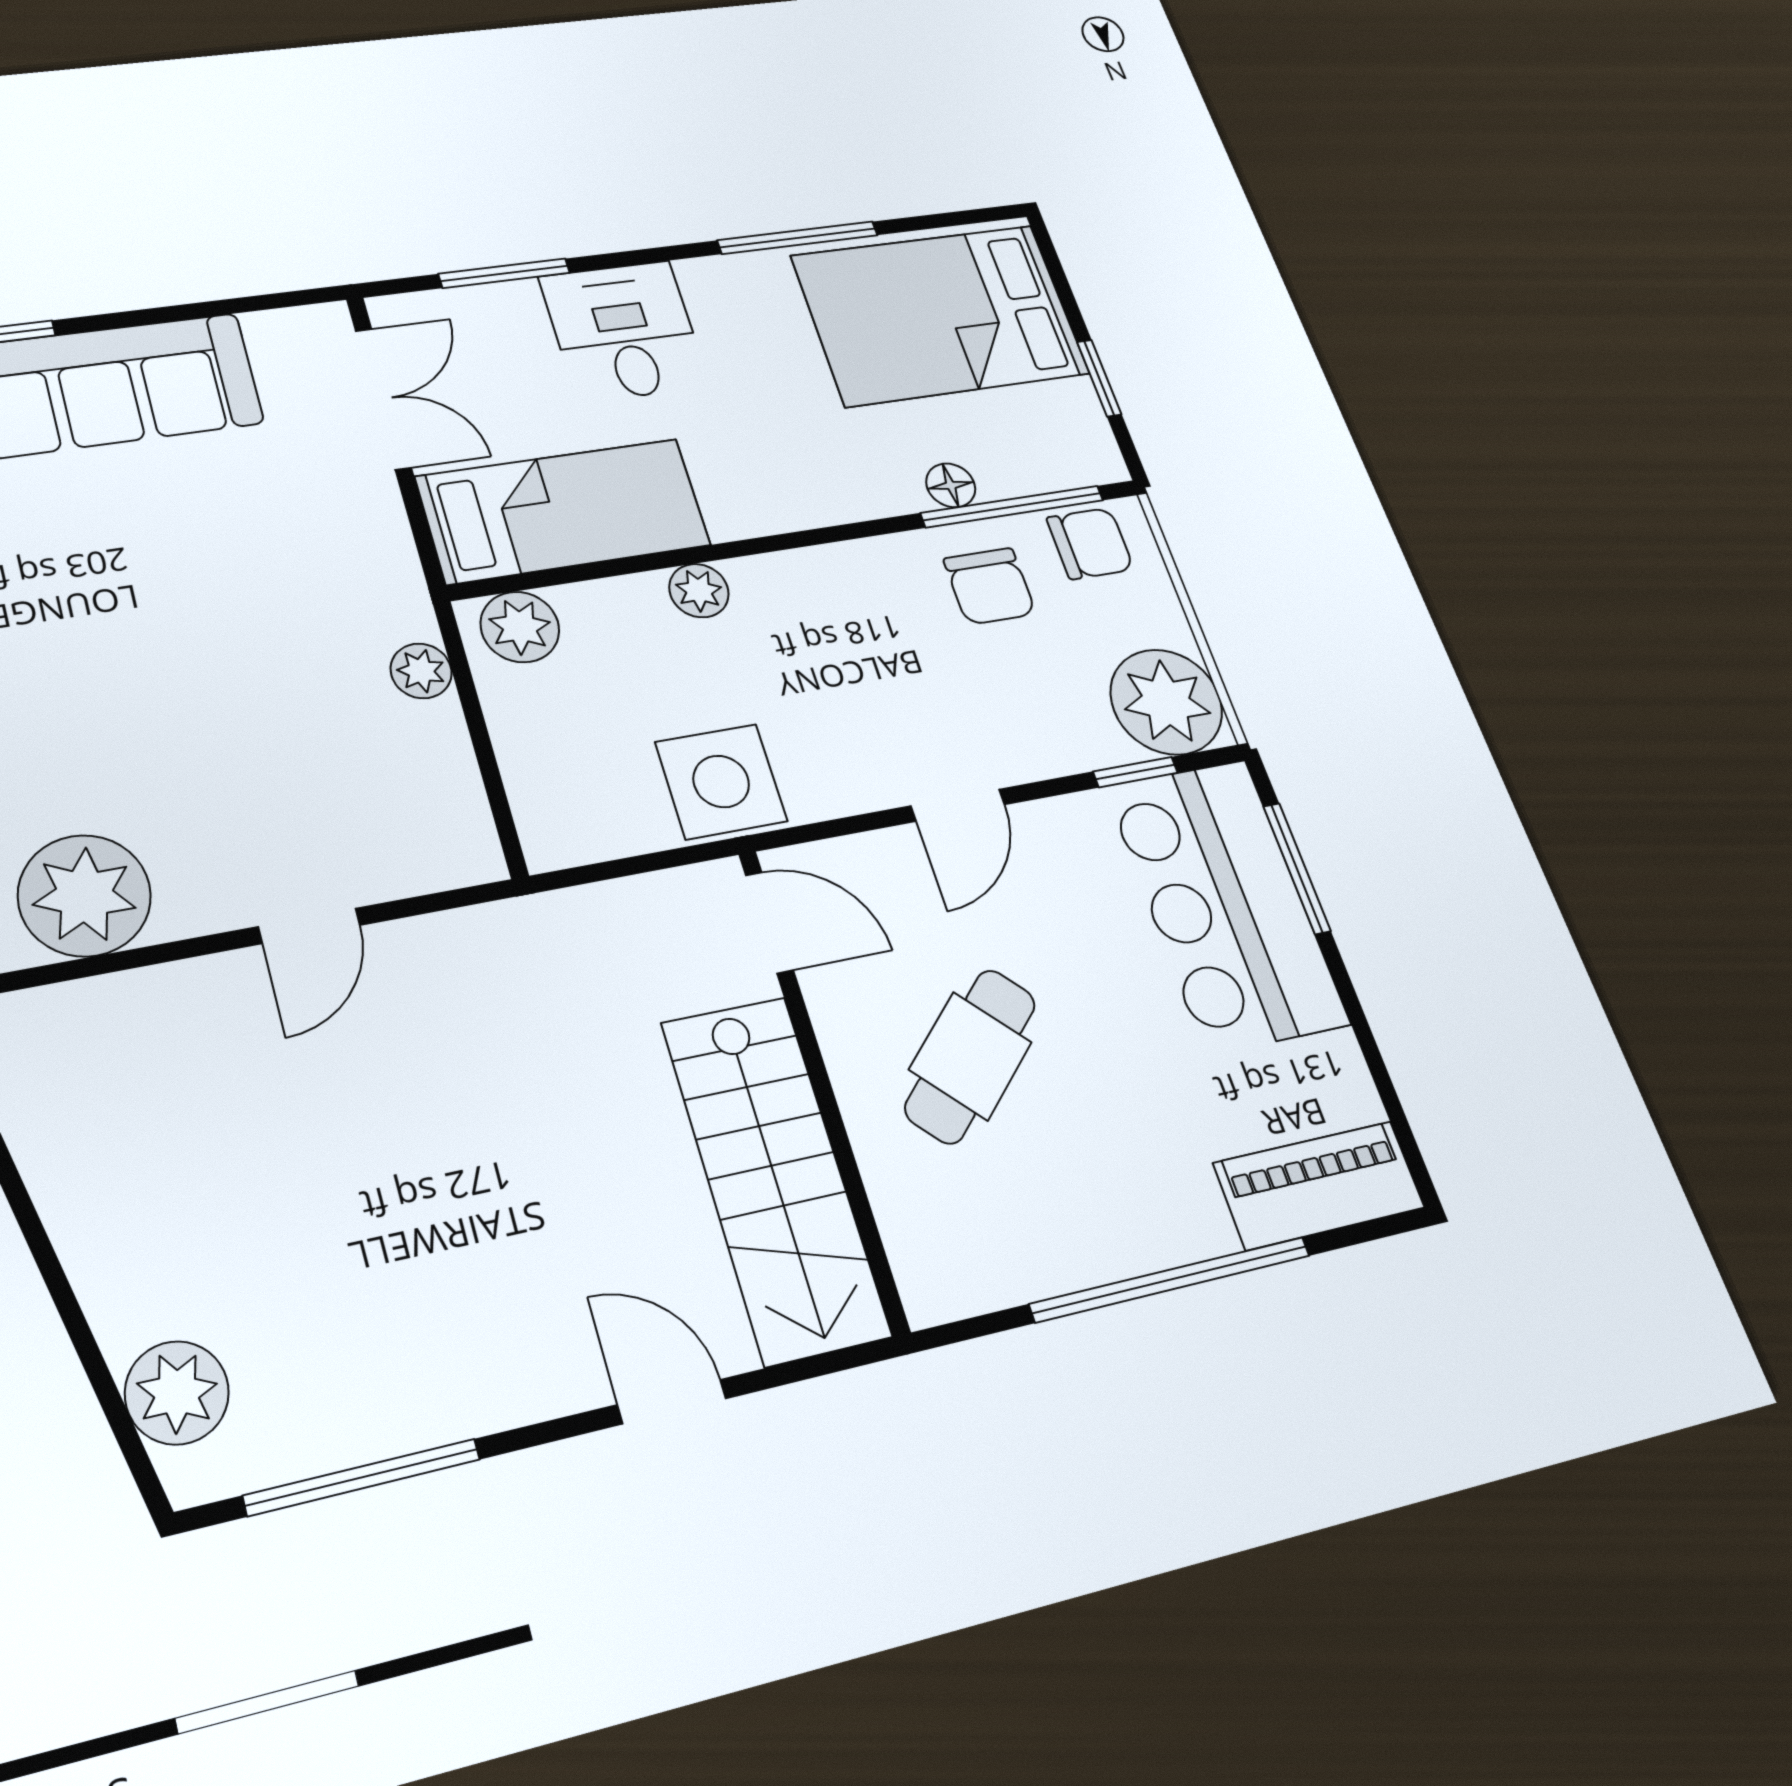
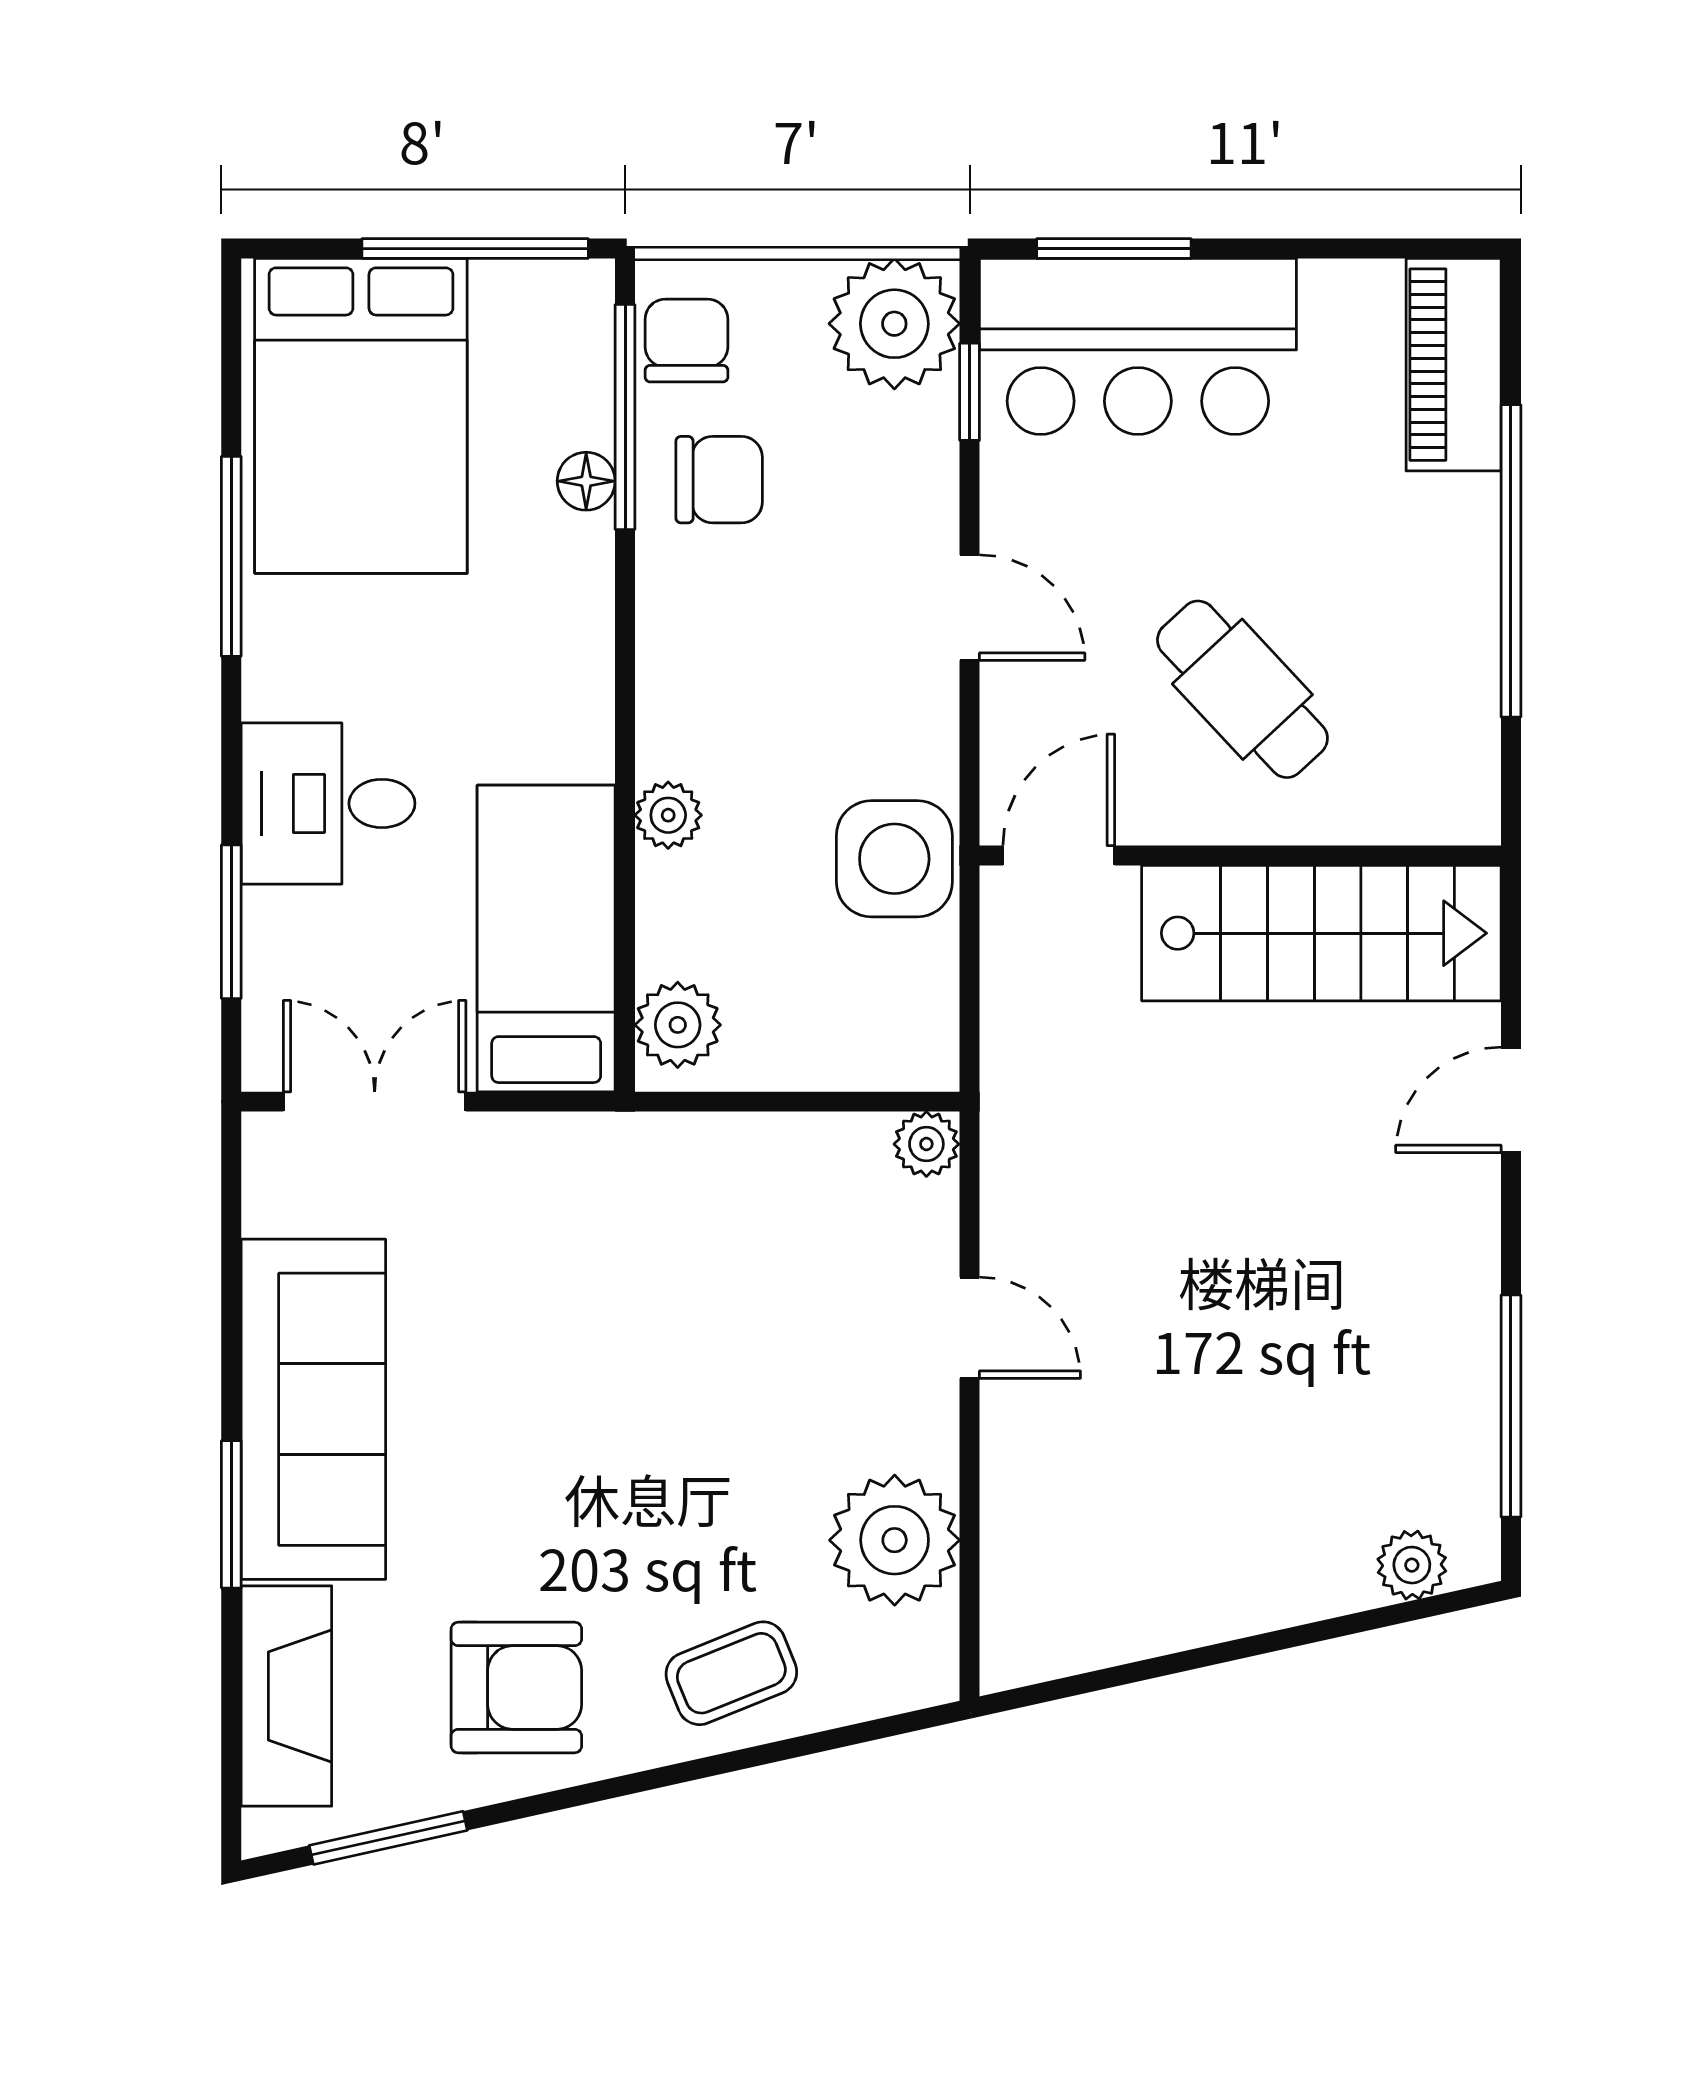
window: (1099, 378) -> (475, 249), width x2.17
plant: (421, 671) -> (926, 1144), moved
plant: (177, 1393) -> (1412, 1565), width x0.73, depth x0.73

